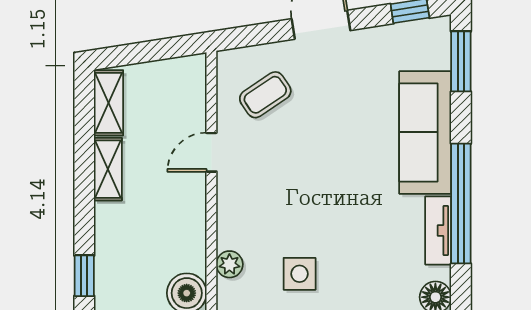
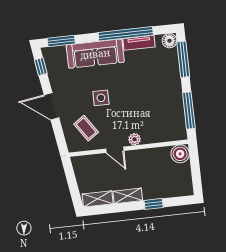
plant: (229, 264) -> (135, 139), moved
side table: (300, 274) -> (101, 98), moved
window: (84, 276) -> (154, 204), moved

